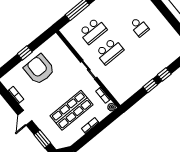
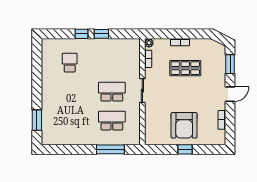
school desk: (139, 27) -> (70, 63), moved
shop shelf: (72, 110) -> (185, 68), width x0.70, depth x0.74

